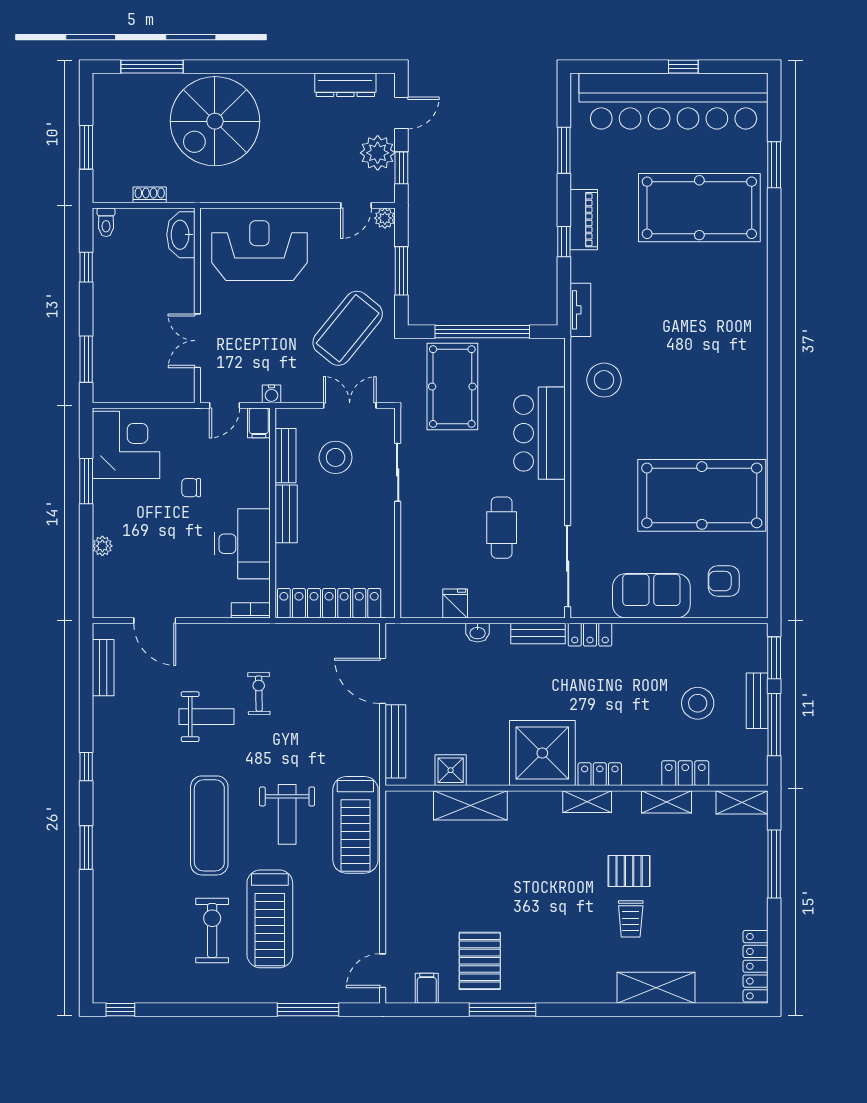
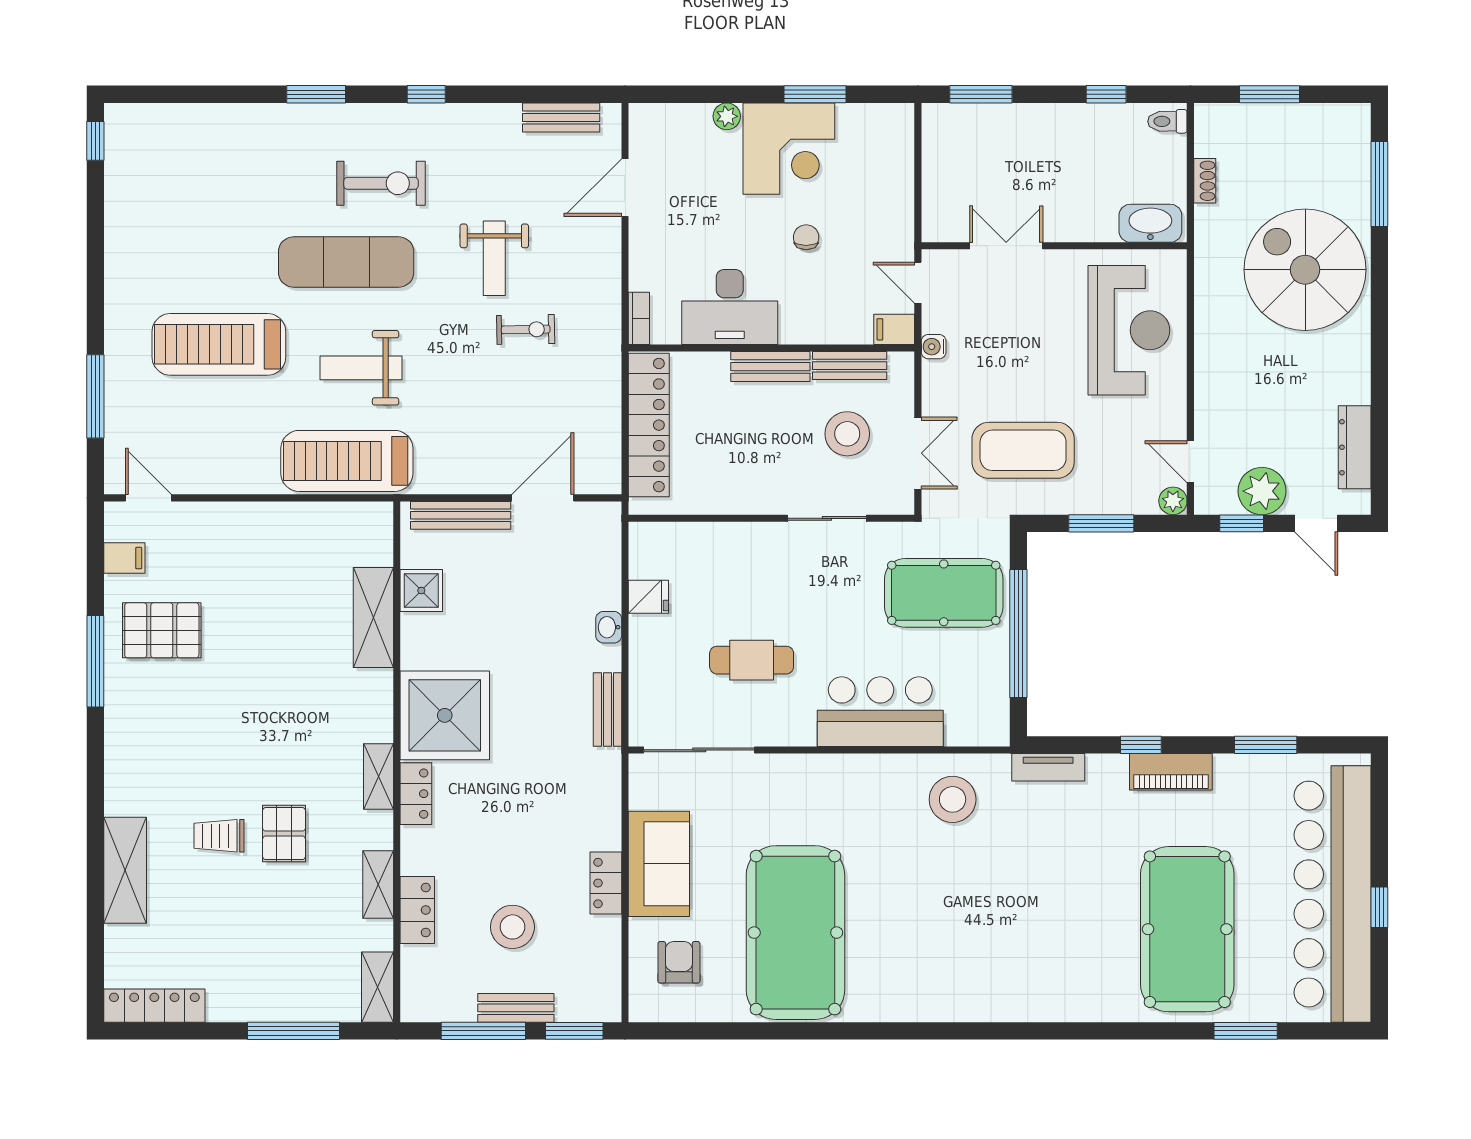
coffee table: (348, 328) -> (1023, 450), turned -39
corner desk: (126, 445) -> (789, 149), moved
locker: (590, 635) -> (606, 883), moved
exercise bike: (212, 931) -> (381, 183), moved

